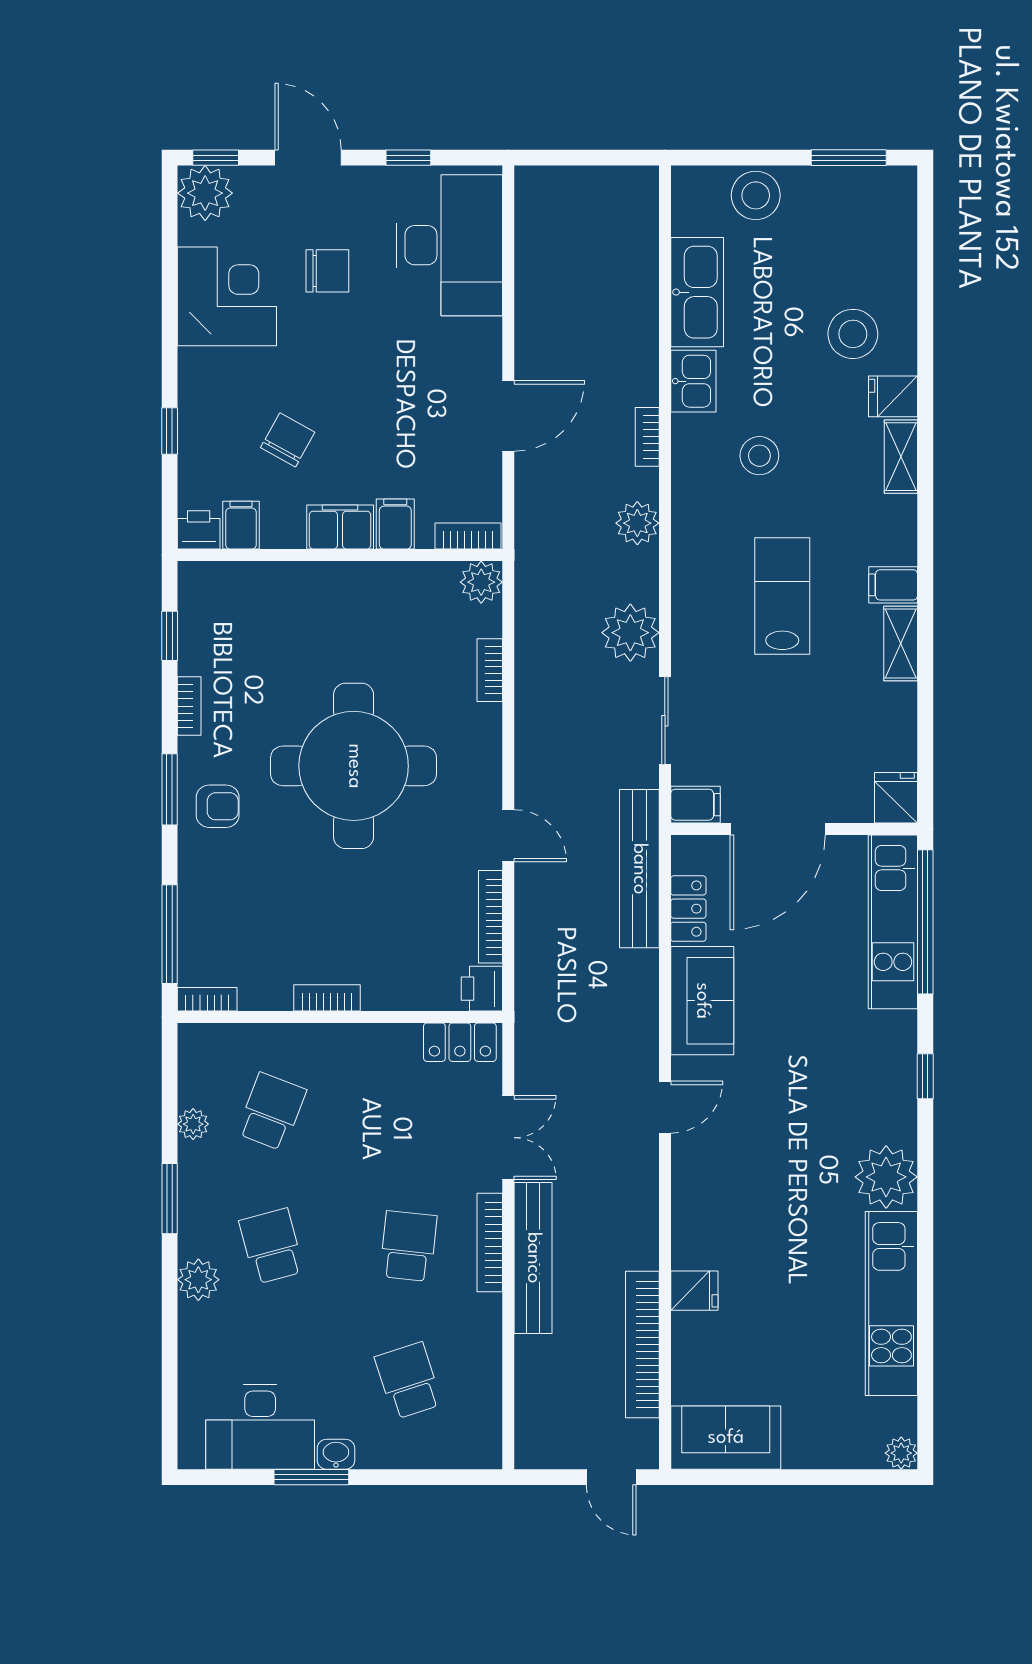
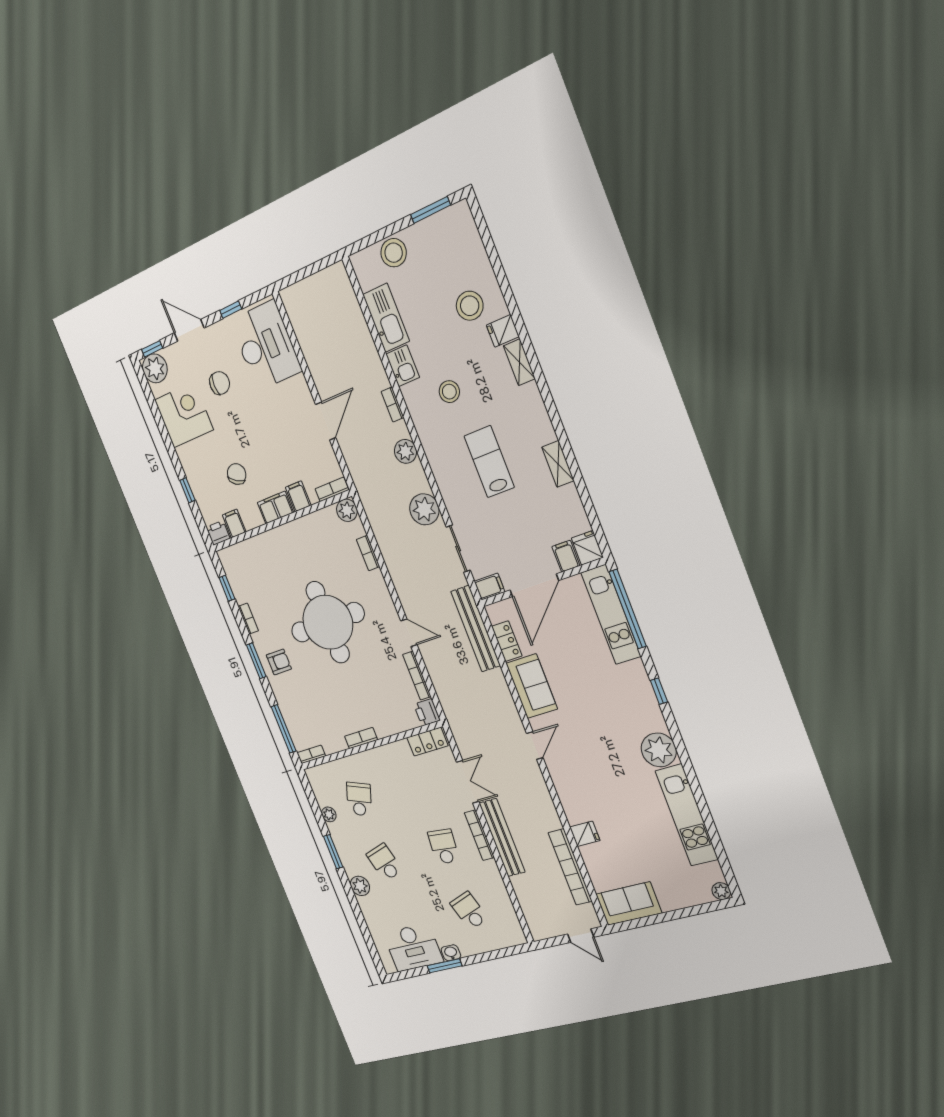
filing cabinet: (893, 585) -> (566, 556), moved, turned 90

